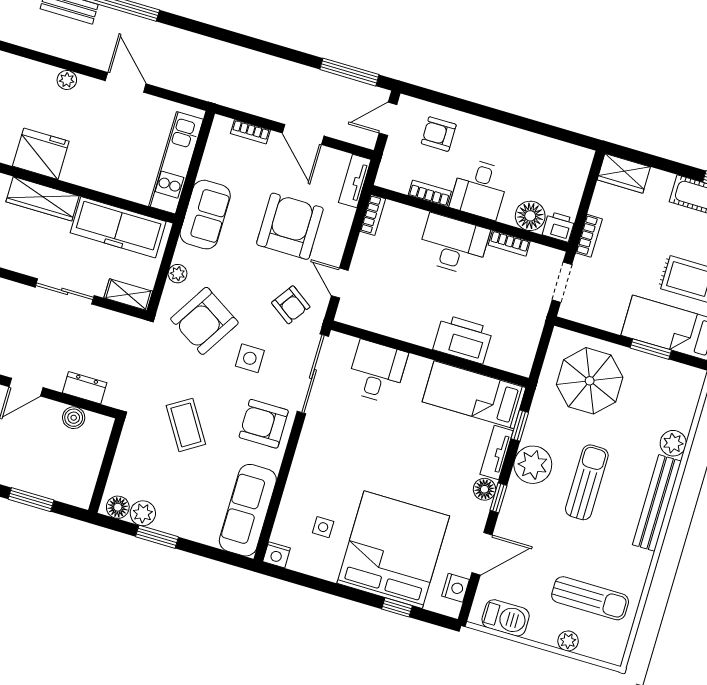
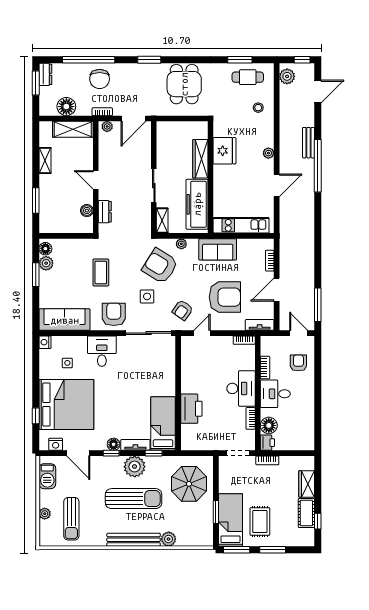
wardrobe: (624, 173) -> (307, 484), moved
desk: (377, 372) -> (102, 351), moved, turned -90
coffee table: (186, 425) -> (101, 272), turned -58
sun lounger: (587, 482) -> (134, 499), width x1.36, depth x1.34

